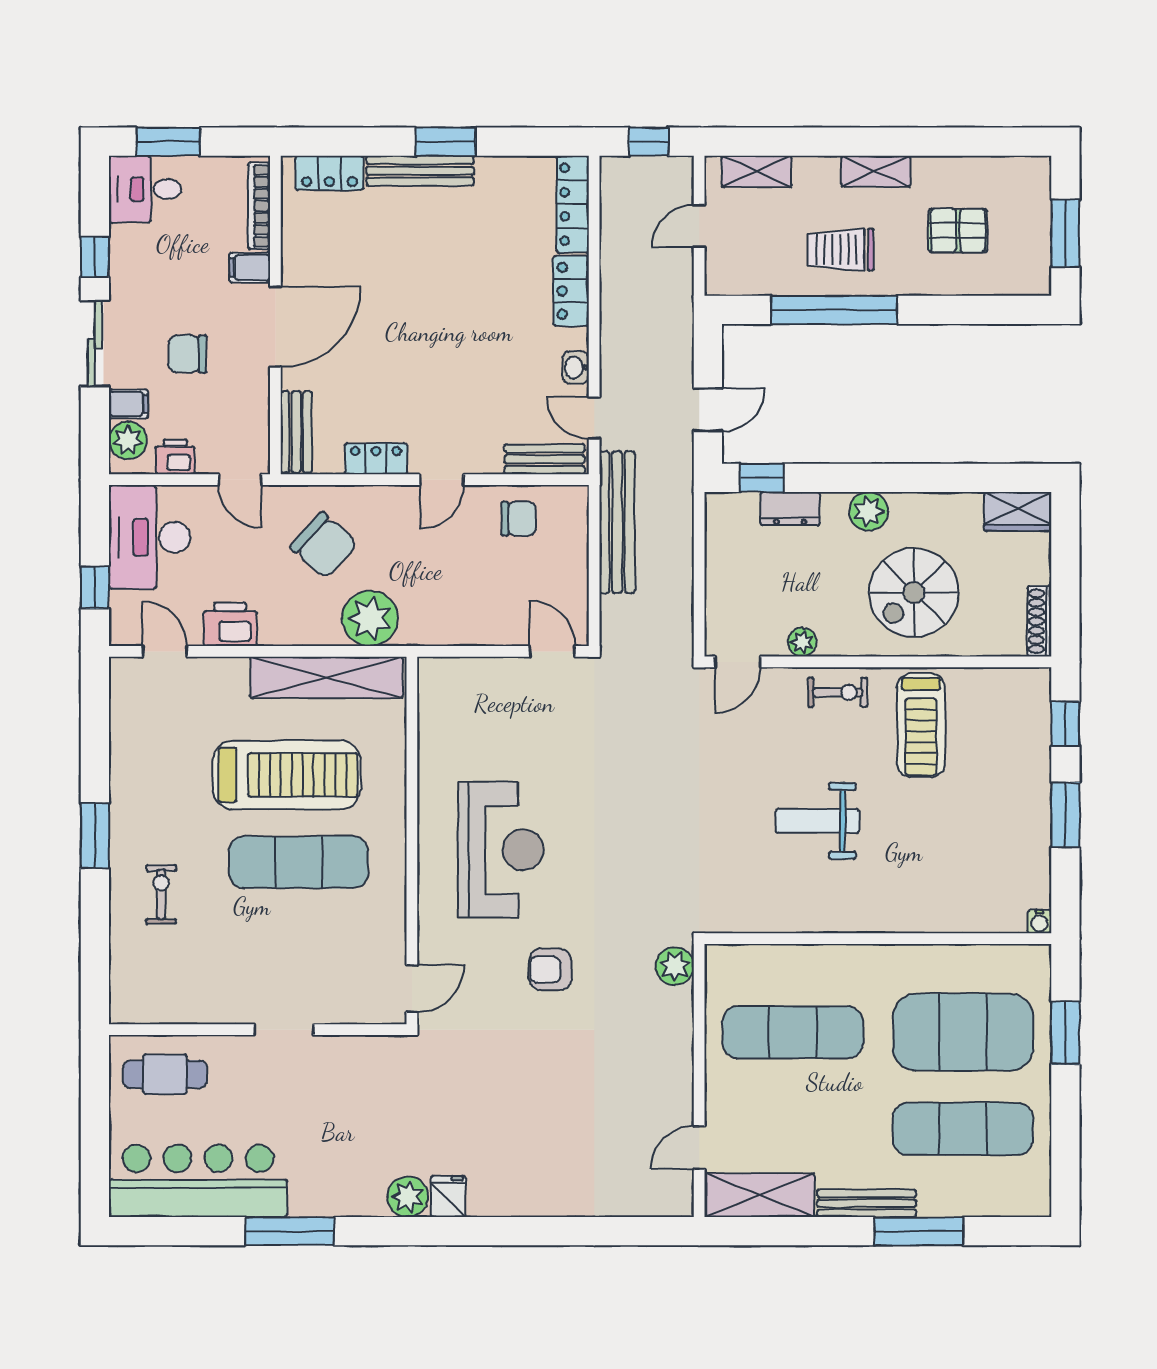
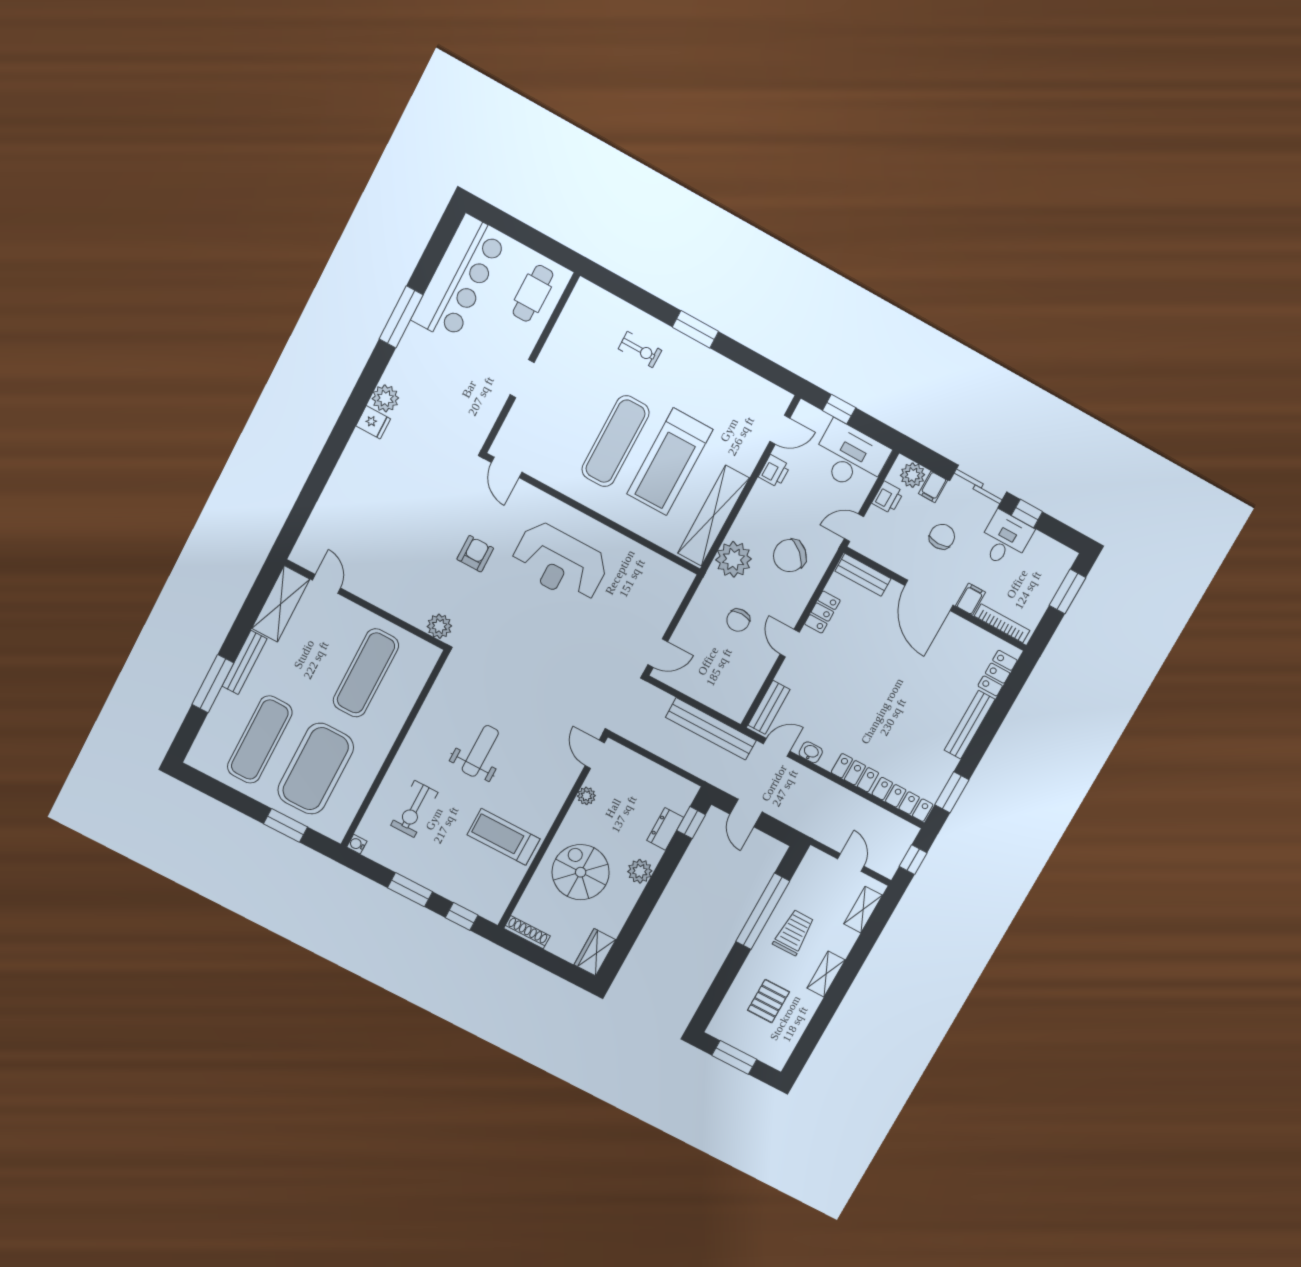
window: (446, 142) -> (952, 792), moved
desk: (145, 189) -> (1005, 539), moved
chair: (519, 519) -> (738, 620), moved
printer: (230, 624) -> (774, 471), width x0.73, depth x0.81
exercise bike: (838, 692) -> (414, 809), moved, width x1.38, depth x1.39

